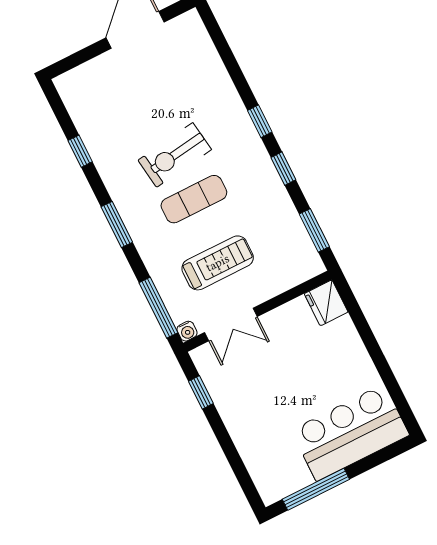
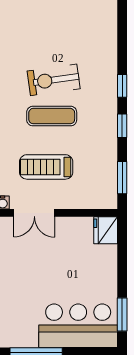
treadmill: (218, 263) -> (46, 167), turned 180
window: (396, 393) -> (122, 315), added

